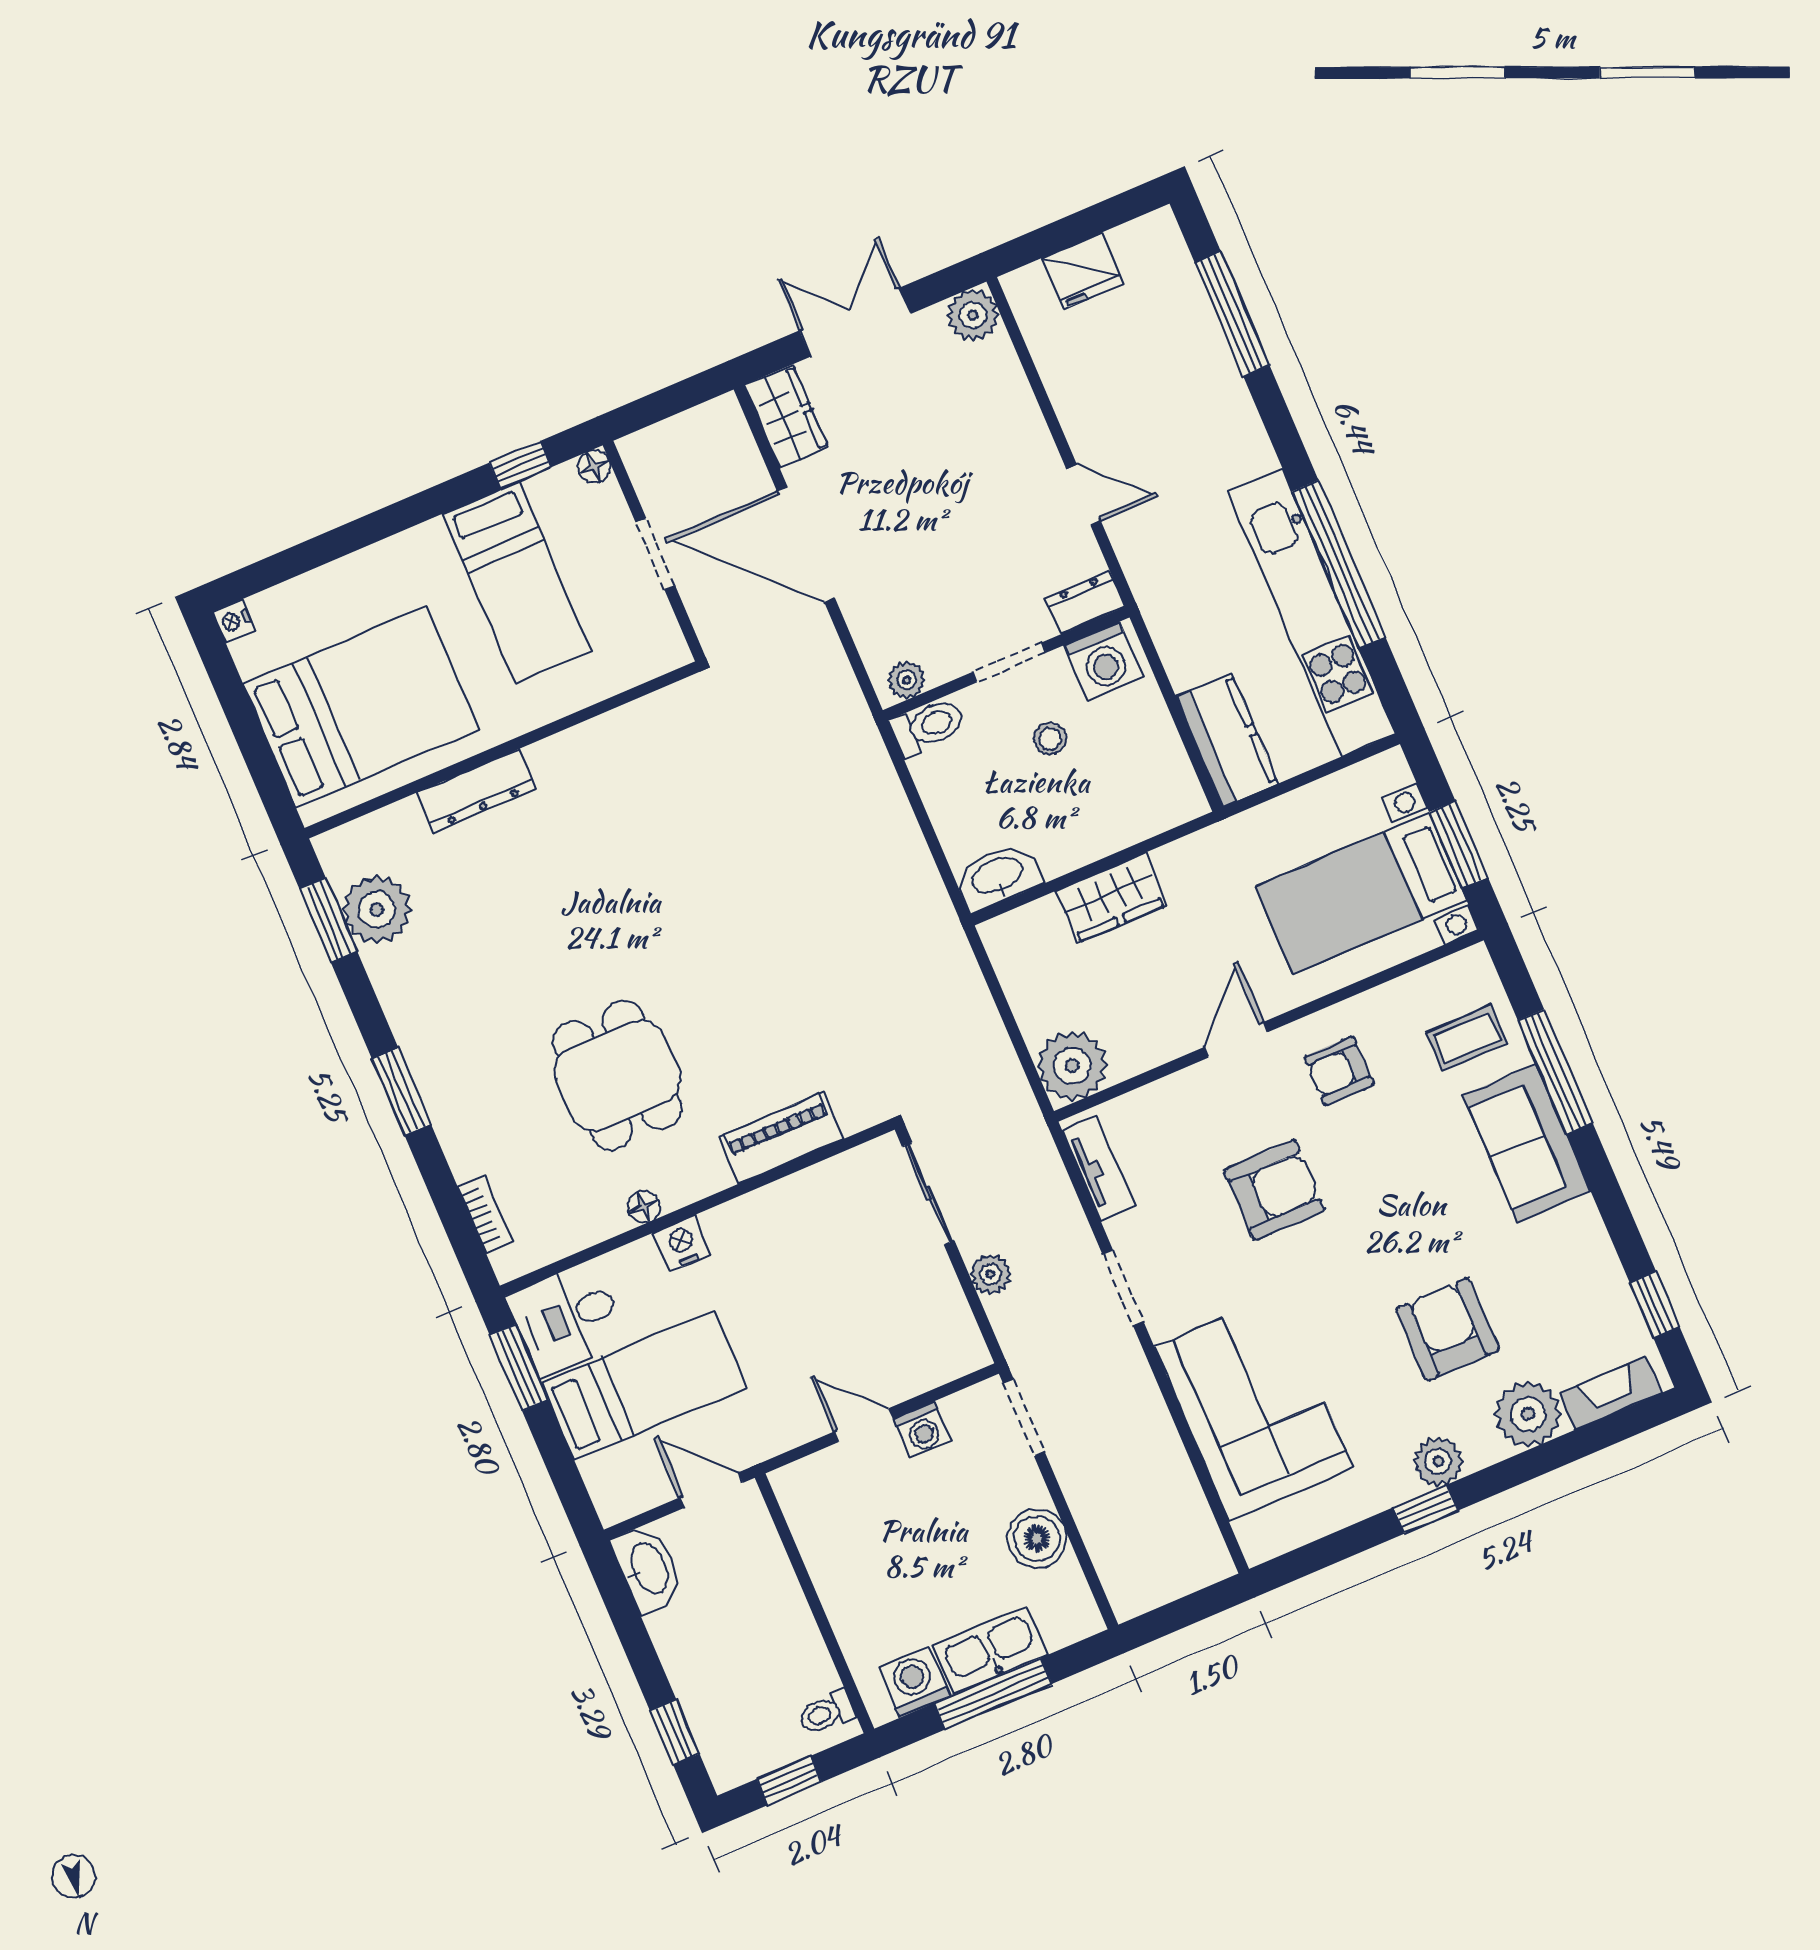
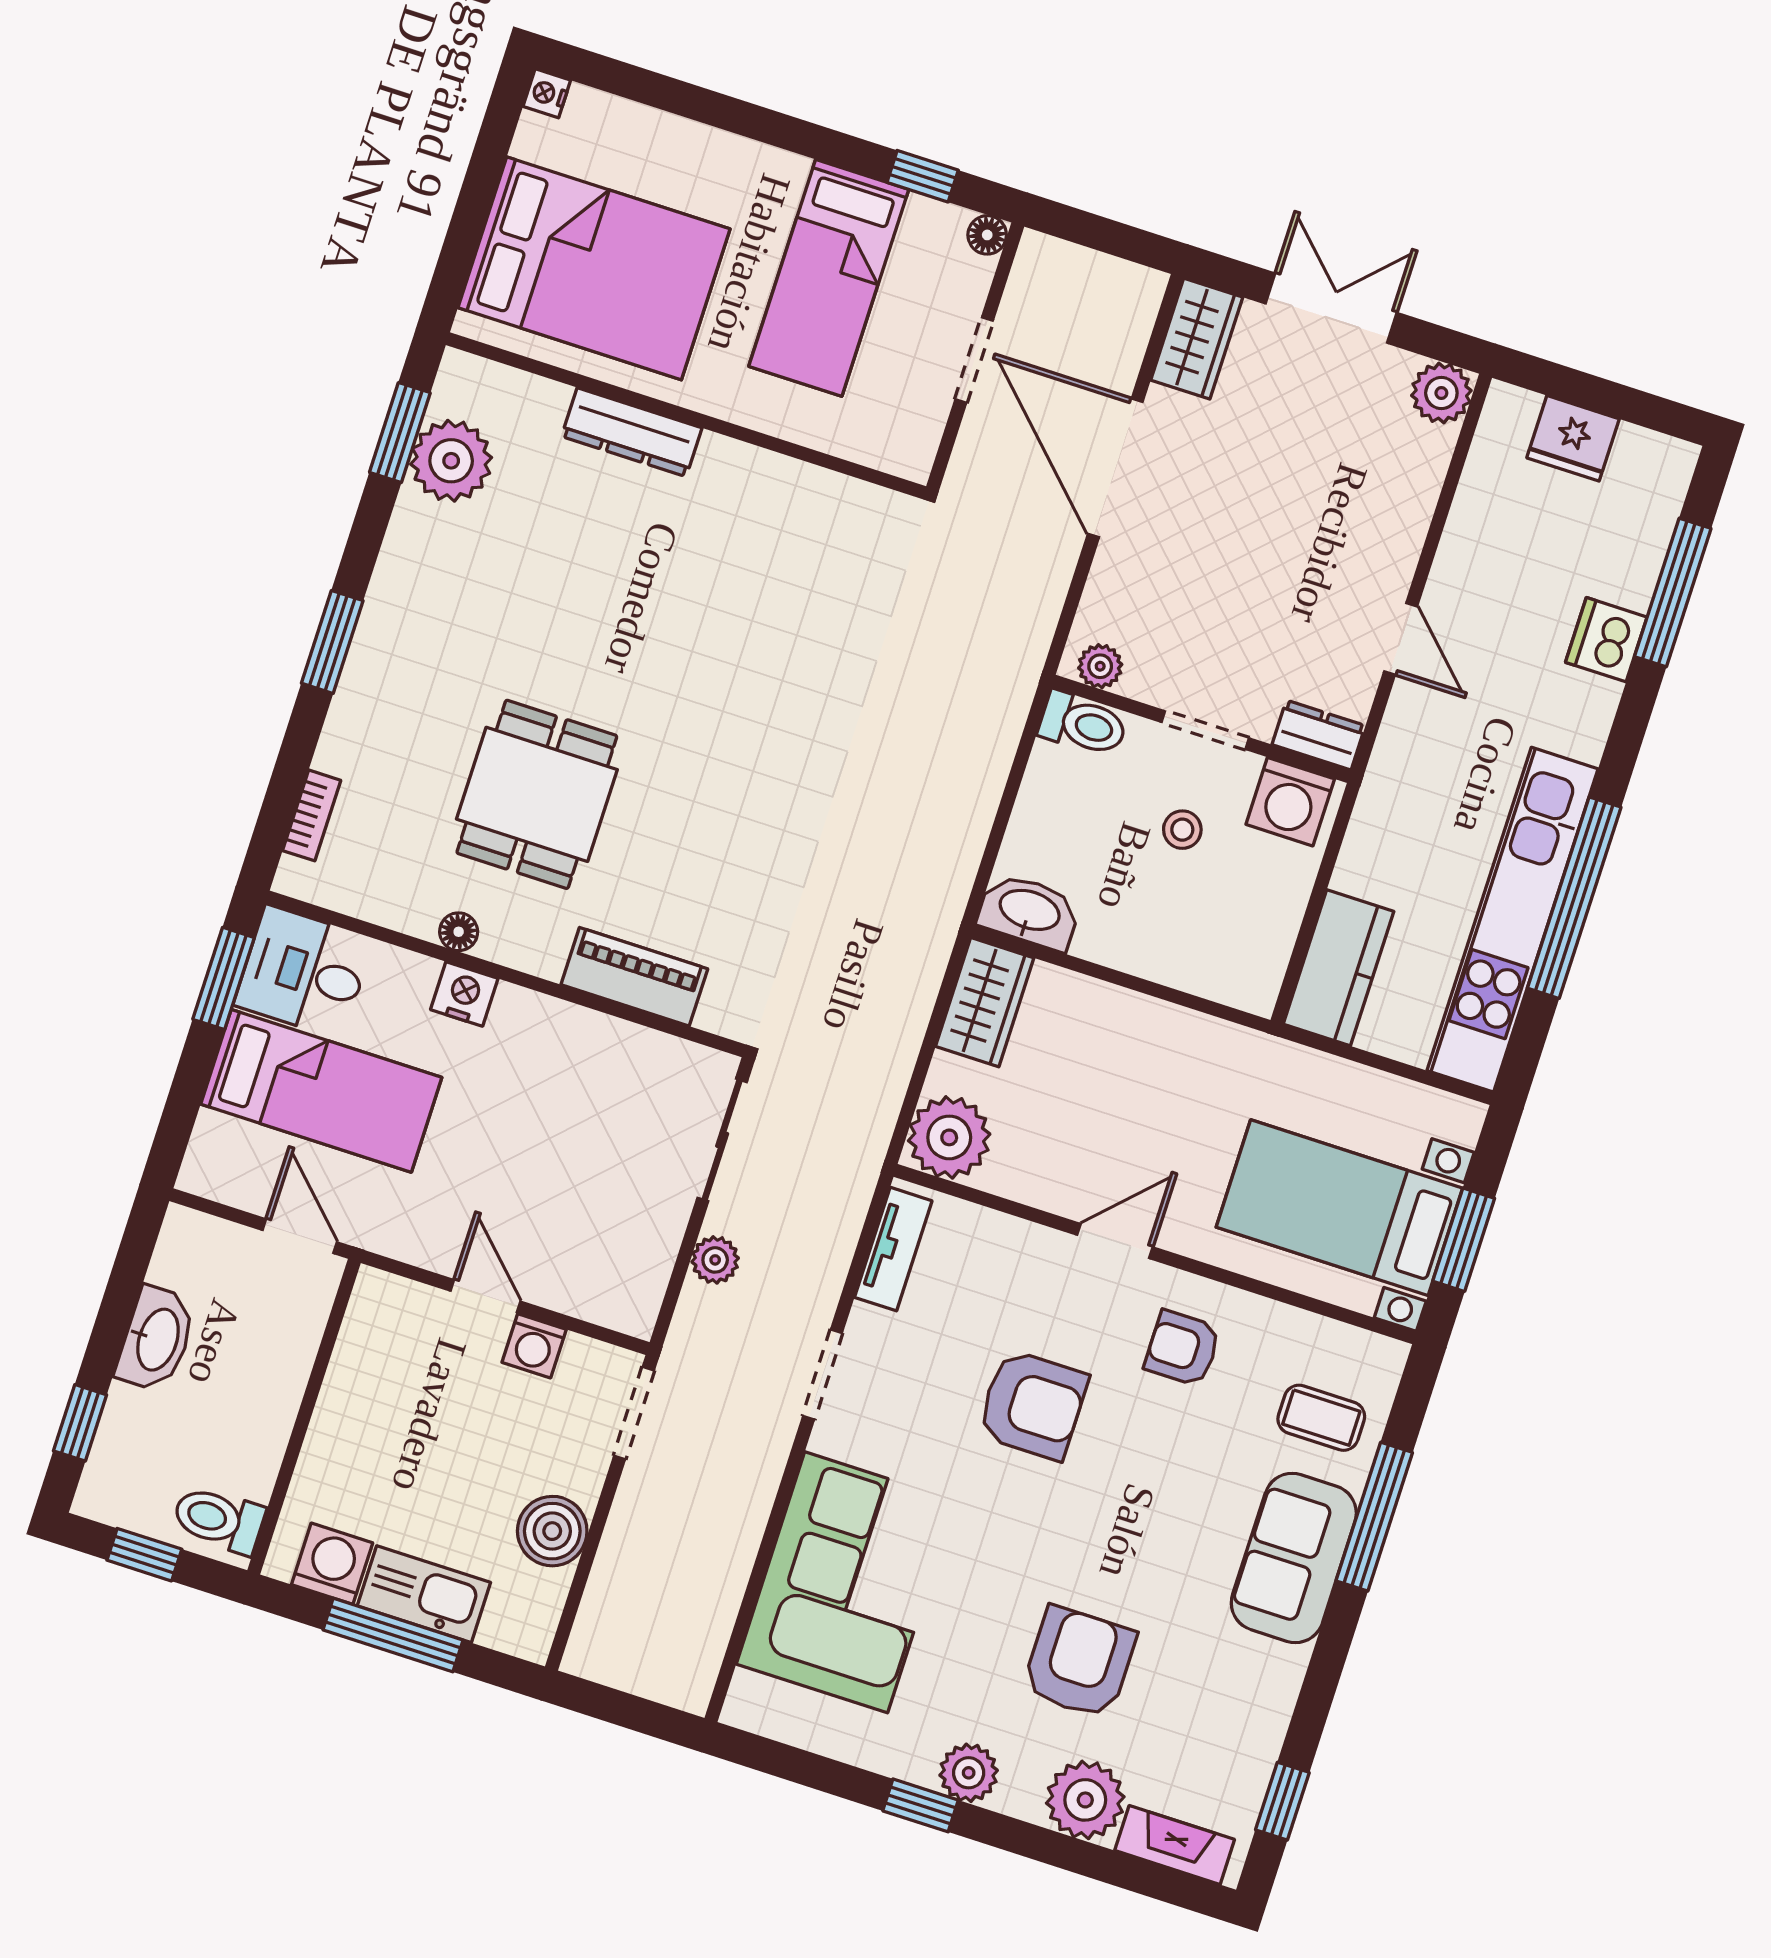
dishwasher: (1216, 381) -> (1606, 640), added
wardrobe: (1111, 898) -> (985, 1002), moved, turned -90
washbasin: (648, 1569) -> (156, 1339), moved
toilet: (826, 1713) -> (219, 1519), width x1.37, depth x1.39

